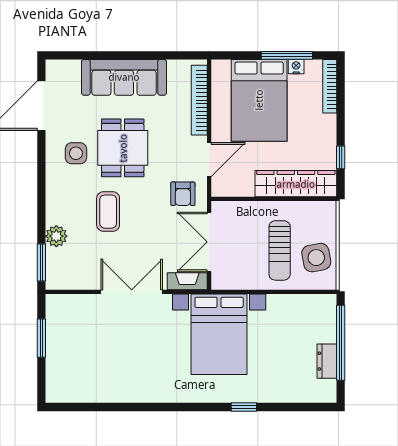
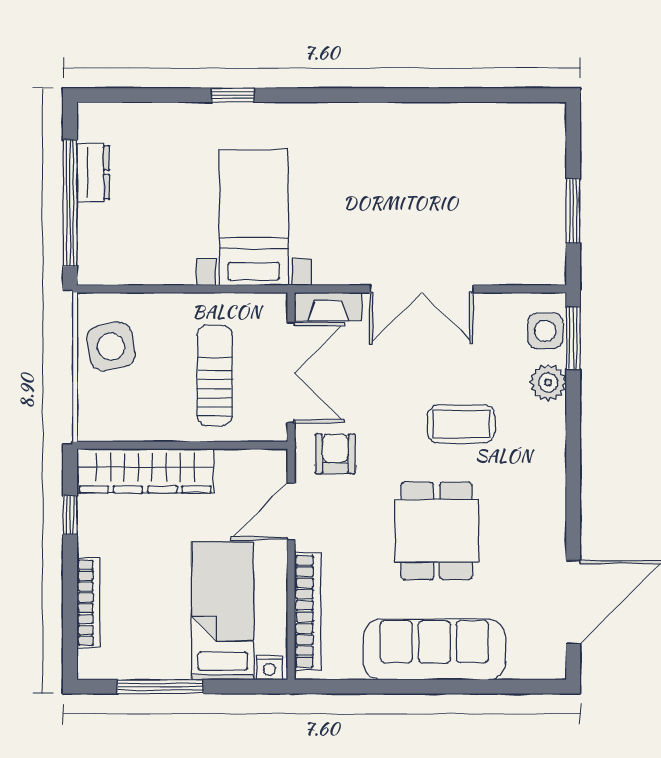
nightstand: (296, 67) -> (269, 668), moved
bookcase: (330, 86) -> (88, 603), moved
bed: (259, 100) -> (223, 611), width x0.67
side table: (76, 153) -> (545, 331), moved
coffee table: (108, 212) -> (461, 424), turned 90
sun lounger: (280, 250) -> (215, 375), moved
bed with nightstands: (219, 334) -> (254, 217), width x0.73

